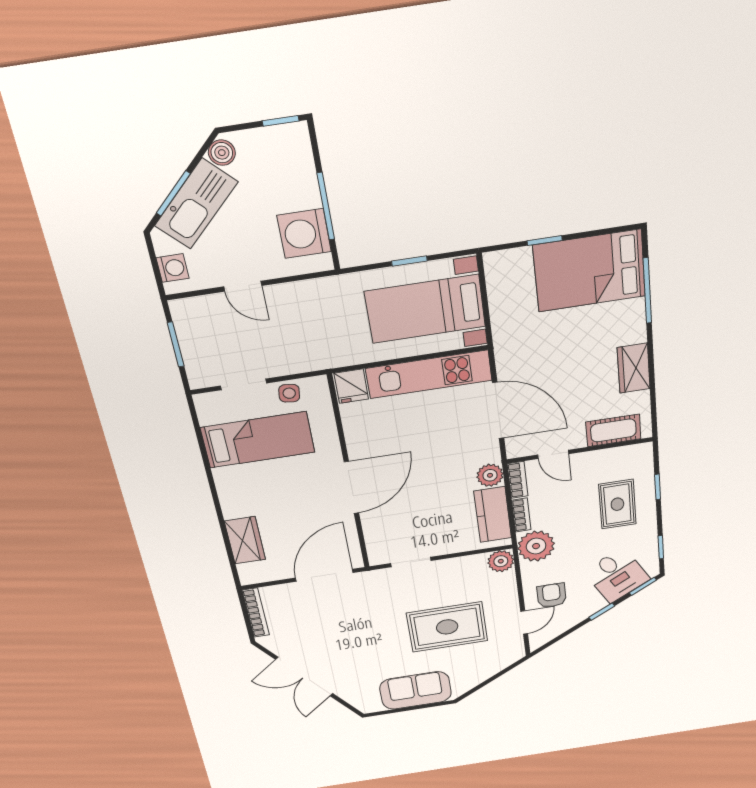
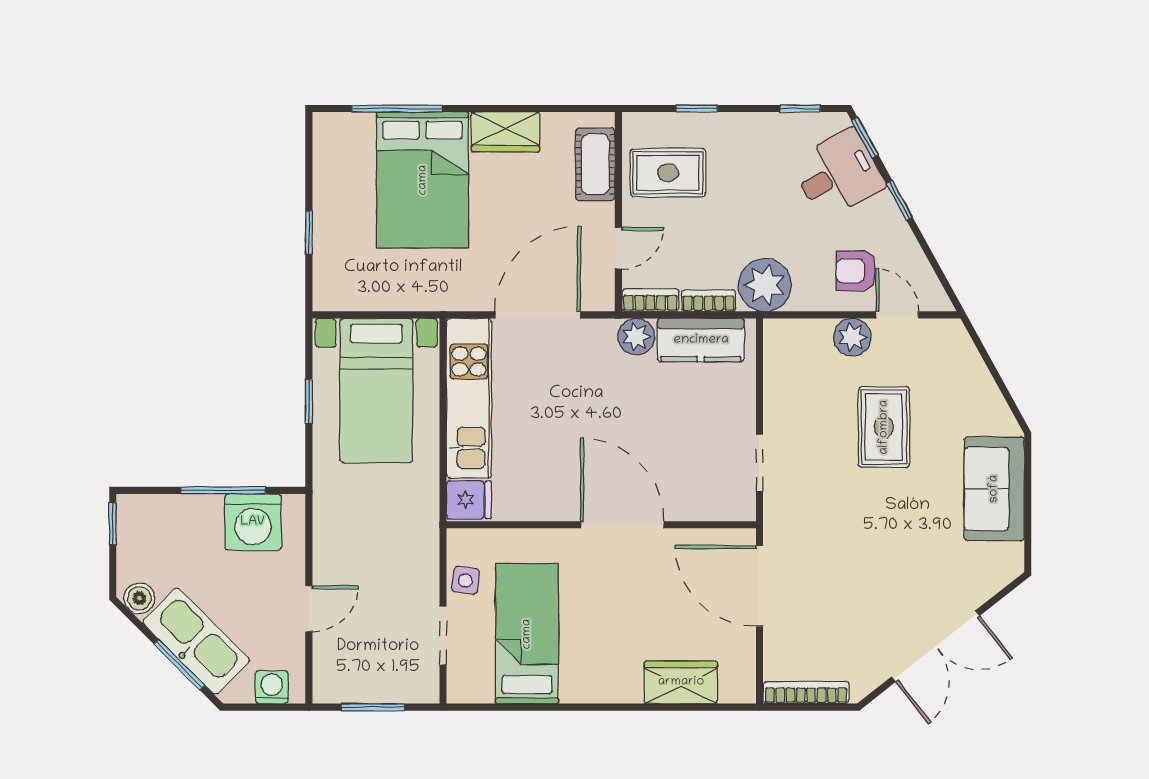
bed: (590, 271) -> (423, 180), moved
rug: (617, 504) -> (668, 173), moved
plant: (501, 561) -> (852, 337), moved
rug: (447, 627) -> (884, 427), width x0.73, depth x0.70

